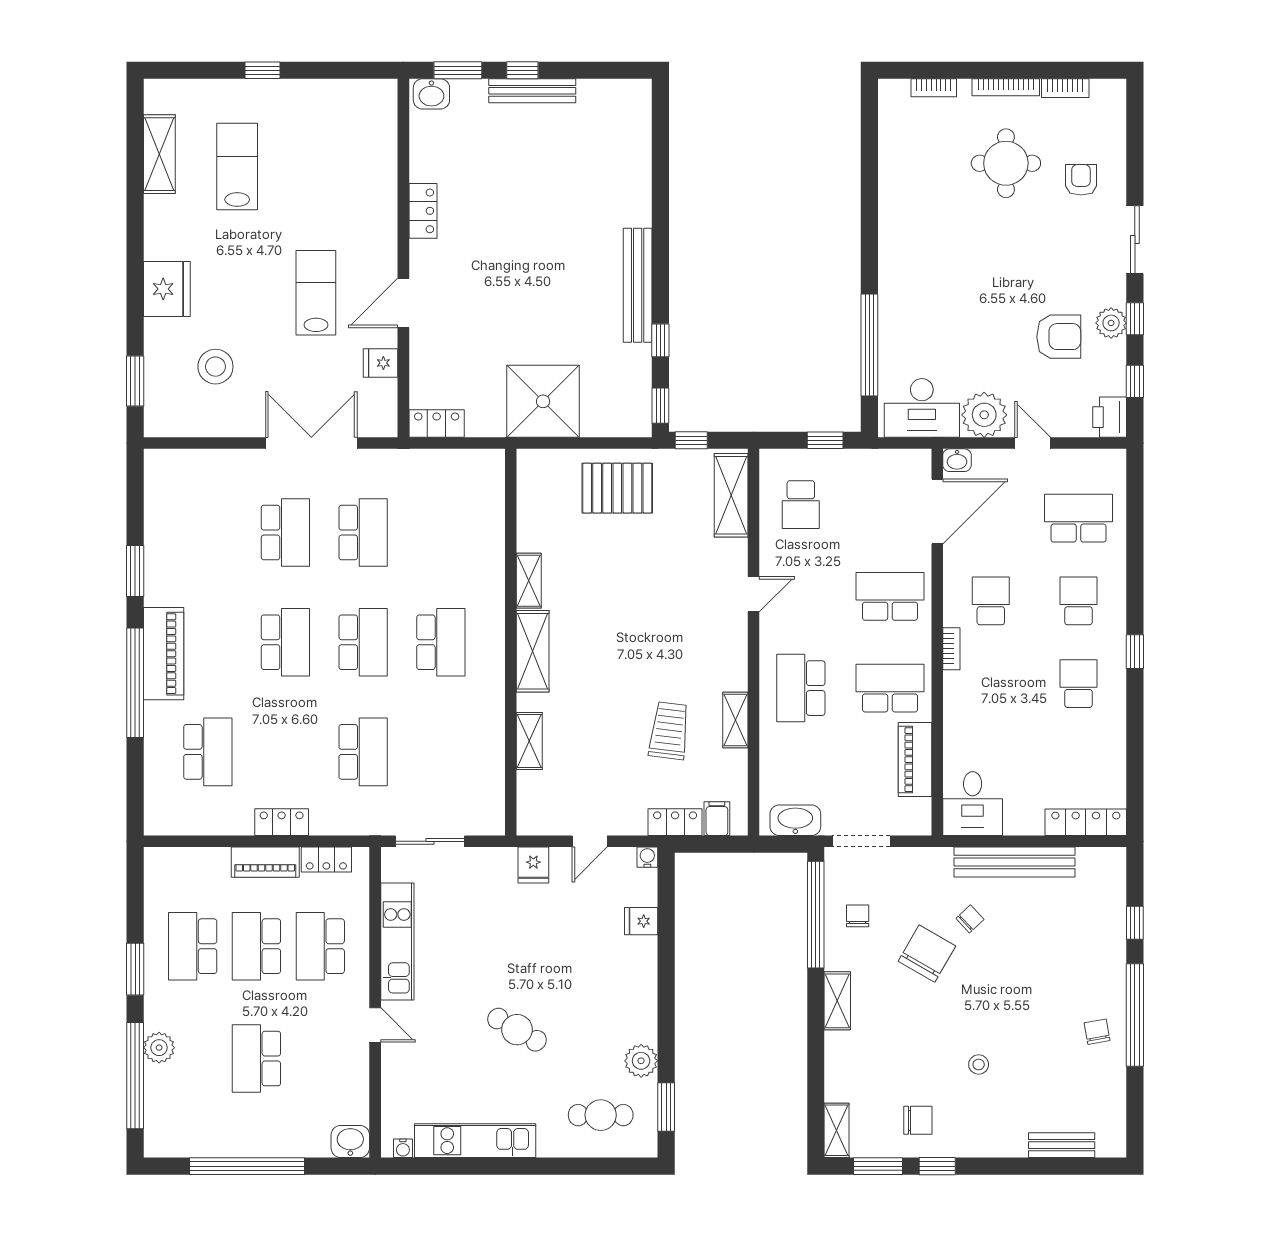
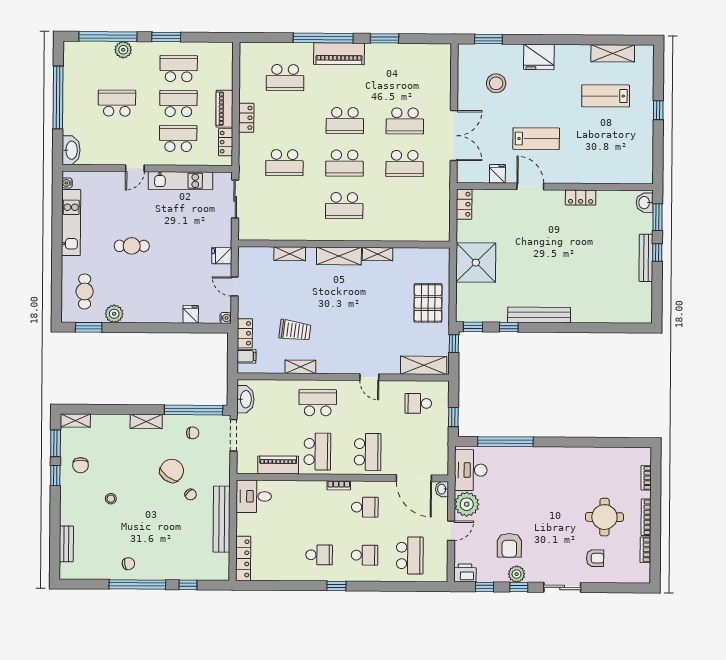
lab bench: (237, 166) -> (606, 96), turned 180
chair: (927, 954) -> (172, 471), turned -83
cafe table: (517, 1030) -> (132, 246), turned 60
washbasin: (350, 1141) -> (71, 150), width x1.38

